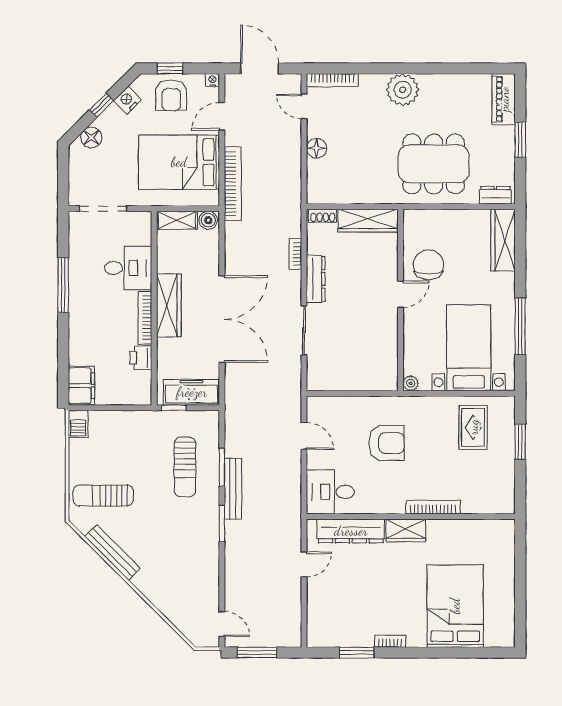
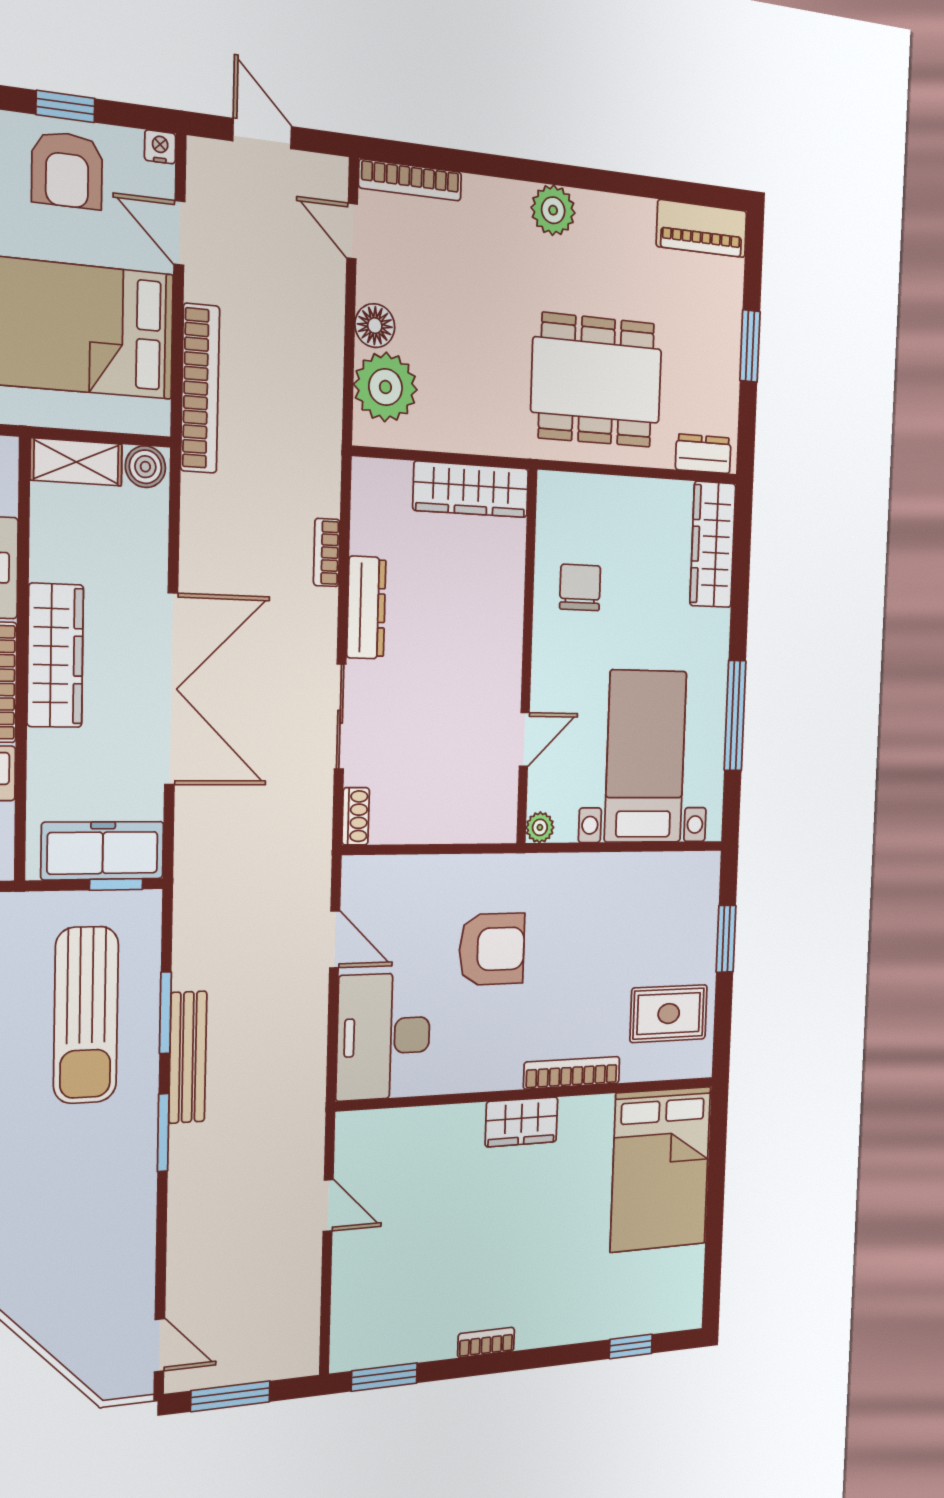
door: (260, 68) -> (262, 134), width x0.73
plant: (403, 90) -> (553, 210), width x0.73, depth x0.73
piano: (504, 99) -> (702, 229), moved, turned -90
door: (222, 116) -> (179, 233), hinge flipped
plant: (323, 176) -> (385, 387), added
shoe rack: (323, 216) -> (356, 816), moved, turned -90
chair: (428, 265) -> (580, 587), width x0.73, depth x0.73
door: (401, 294) -> (524, 740), moved
window: (174, 408) -> (116, 884), moved
rug: (473, 427) -> (669, 1014), moved, turned 90
sun lounger: (185, 467) -> (86, 1015), width x1.36, depth x1.34
desk: (330, 492) -> (384, 1036), width x1.37
dresser: (351, 531) -> (420, 1130), removed
door: (304, 564) -> (328, 1206), hinge flipped
bed: (455, 606) -> (661, 1169), moved, turned 180
window: (357, 653) -> (384, 1377), moved
window: (473, 653) -> (631, 1346), added

